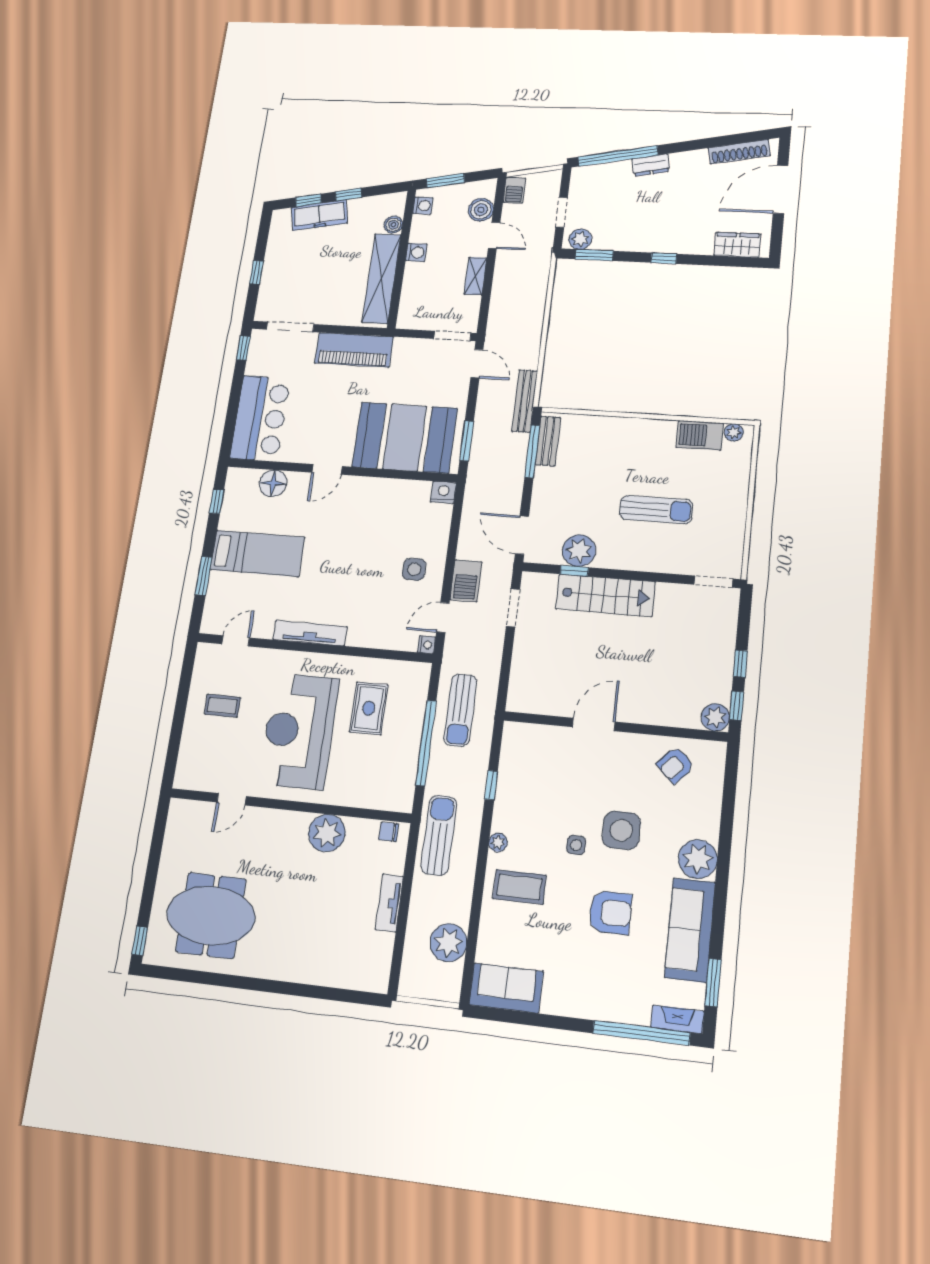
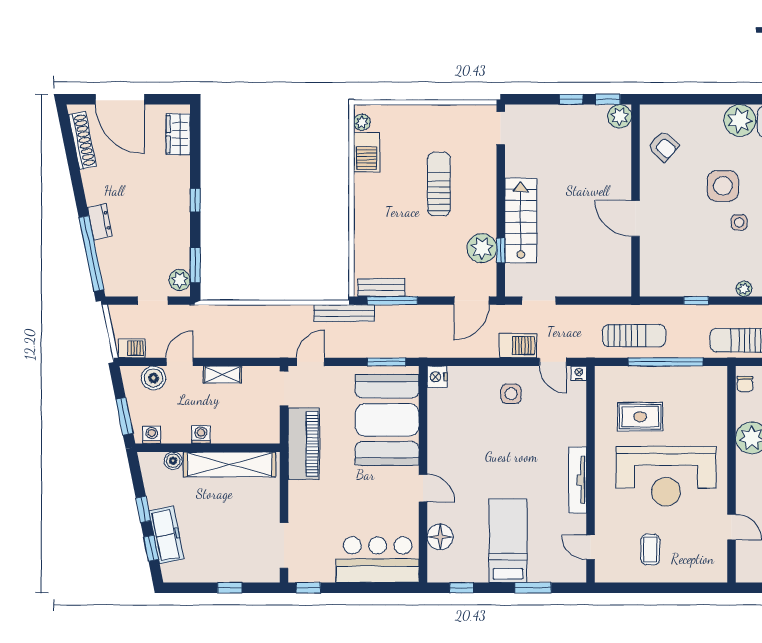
piano: (354, 350) -> (304, 444), moved

